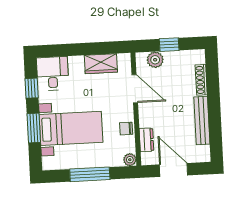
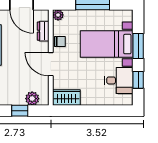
wardrobe: (101, 64) -> (66, 98), moved
desk: (53, 74) -> (119, 80), moved, turned -90
door: (135, 89) -> (51, 64), moved

